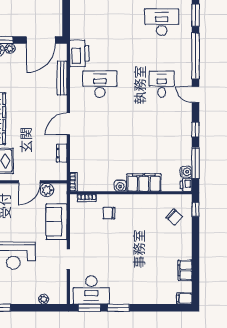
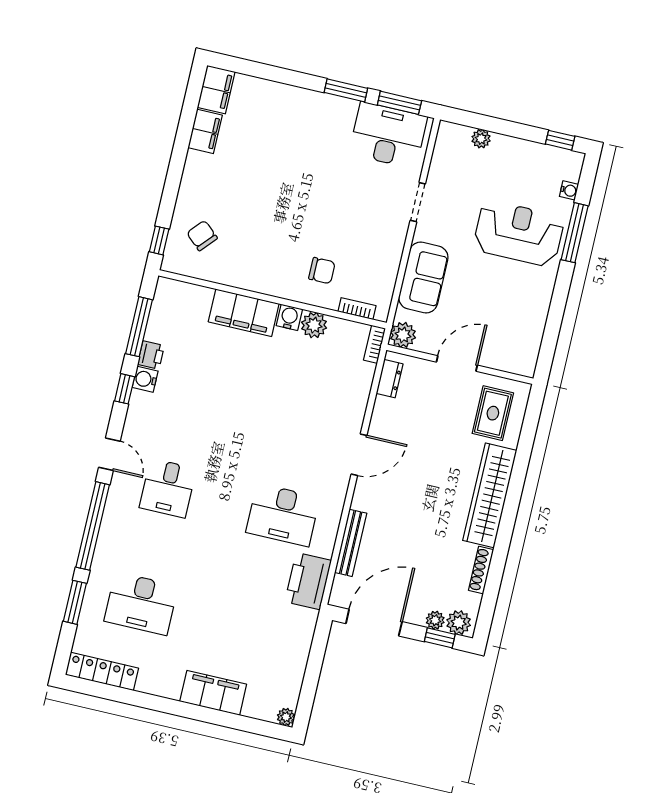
dresser: (62, 153) -> (390, 379), moved
water cooler: (186, 172) -> (145, 379), moved
plant: (107, 185) -> (314, 325), added
printer: (186, 185) -> (151, 355), moved
plant: (47, 190) -> (403, 335), moved
filing cabinet: (184, 298) -> (216, 90), width x2.00

